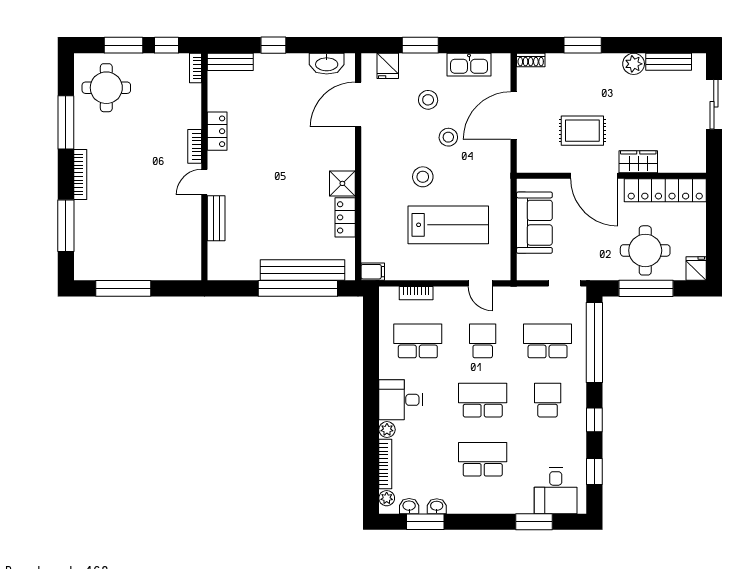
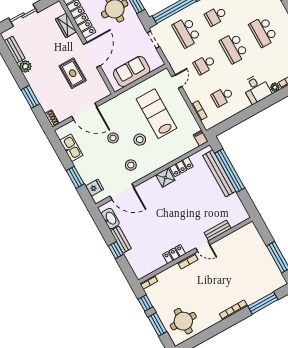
bench: (230, 62) -> (121, 240), moved
stool: (428, 100) -> (131, 165), moved
window: (66, 122) -> (212, 332), removed
wardrobe: (638, 162) -> (66, 25), moved
school desk: (418, 341) -> (222, 97), width x0.54

